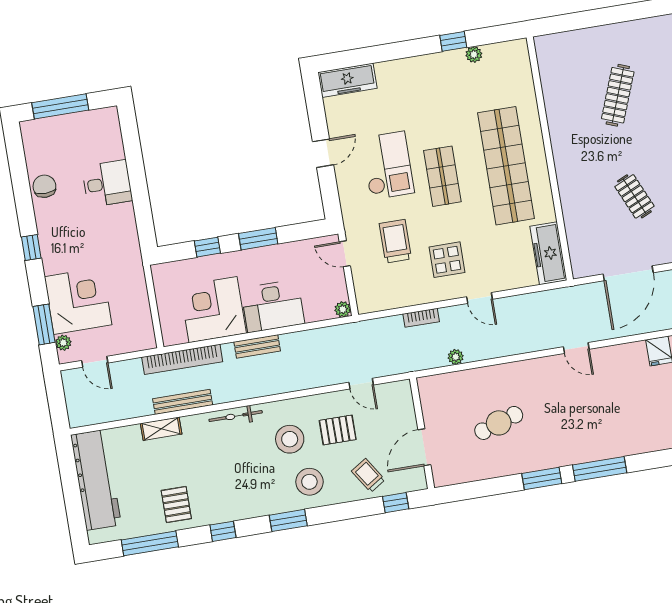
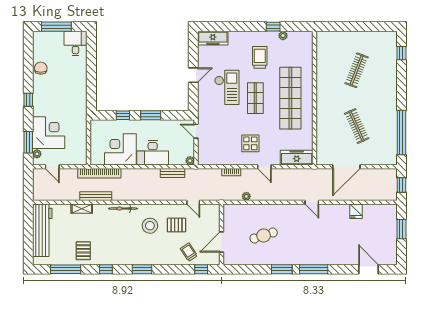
desk: (107, 184) -> (76, 43), moved, turned -90
clothes rail: (634, 196) -> (357, 126), width x1.36
trolley: (395, 241) -> (260, 57), moved
freezer: (548, 253) -> (297, 158), moved, turned 90
bench: (257, 346) -> (173, 173), moved
stool: (309, 482) -> (157, 250), removed

